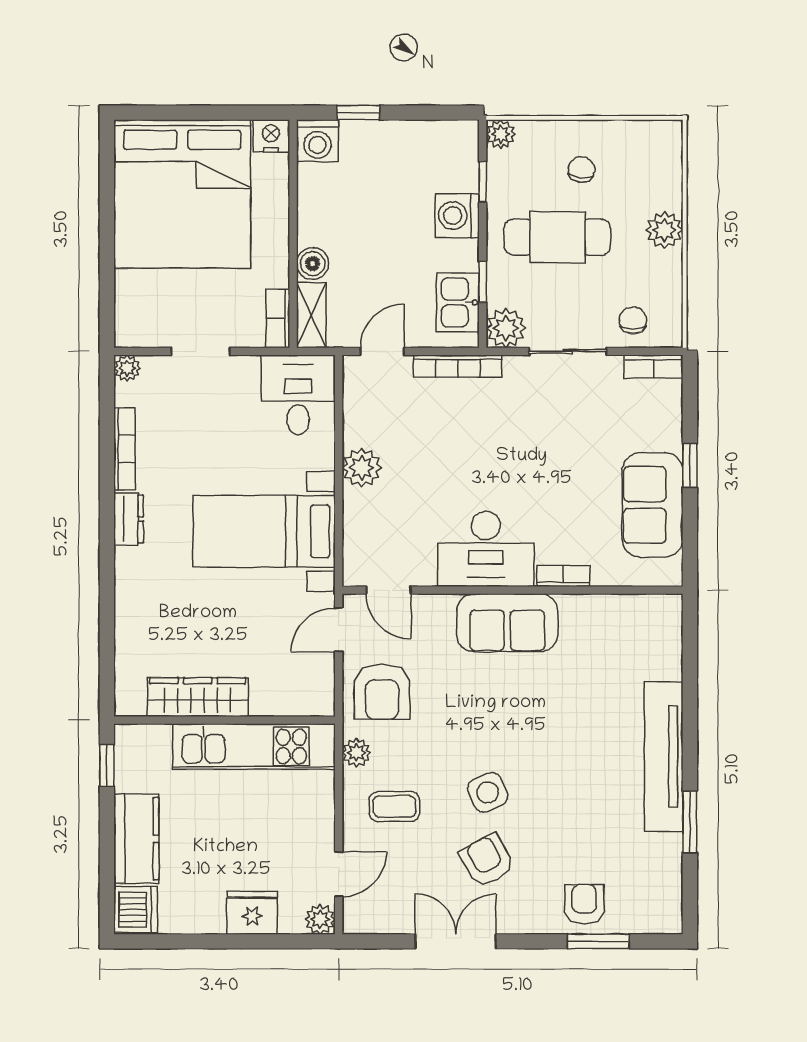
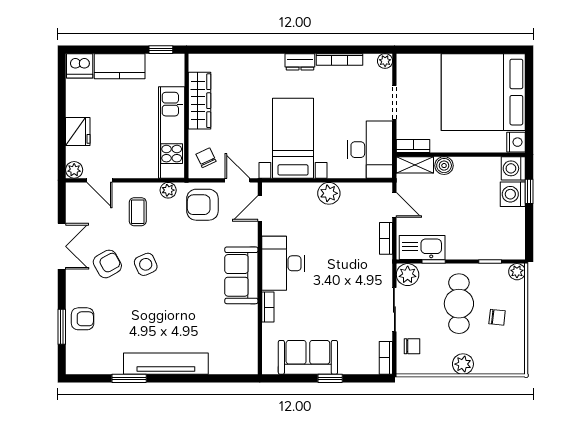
washing machine: (457, 216) -> (513, 194), moved, turned -90
kitchen sink: (458, 302) -> (422, 247), width x1.38
bookcase: (458, 366) -> (386, 238), width x0.64
desk: (298, 395) -> (370, 150), width x1.37
chair: (299, 685) -> (206, 158), added

